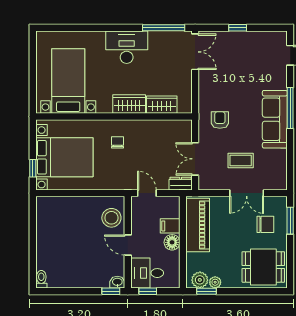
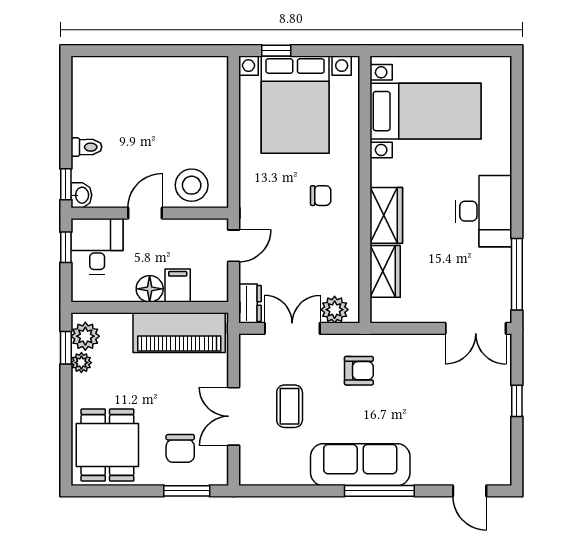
plant: (184, 134) -> (335, 310), added
toilet: (41, 279) -> (86, 147), moved

